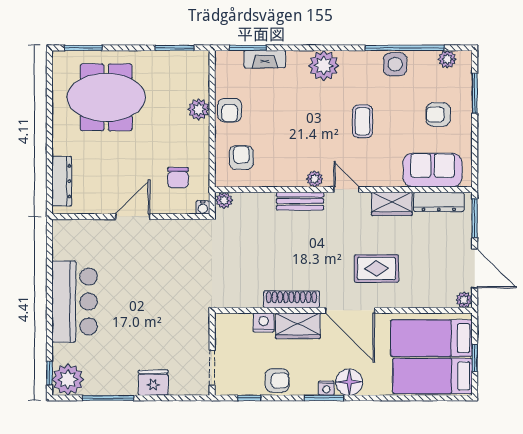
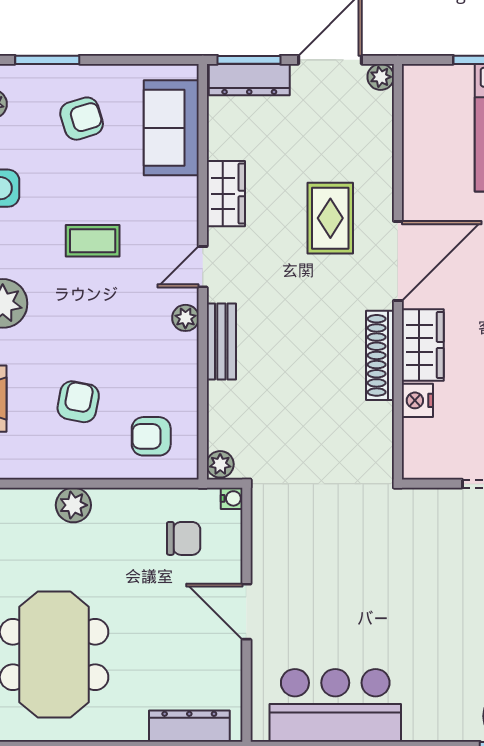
armchair: (230, 110) -> (78, 402), moved, turned -79
armchair: (438, 114) -> (82, 119), turned -107
dresser: (439, 202) -> (249, 80), moved, turned 90
bar counter: (75, 302) -> (335, 705), moved
bed: (431, 338) -> (443, 129), removed

